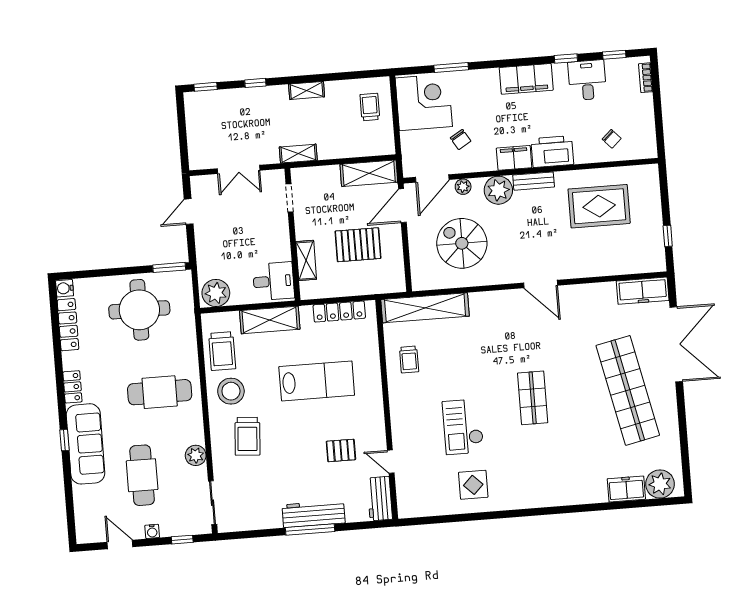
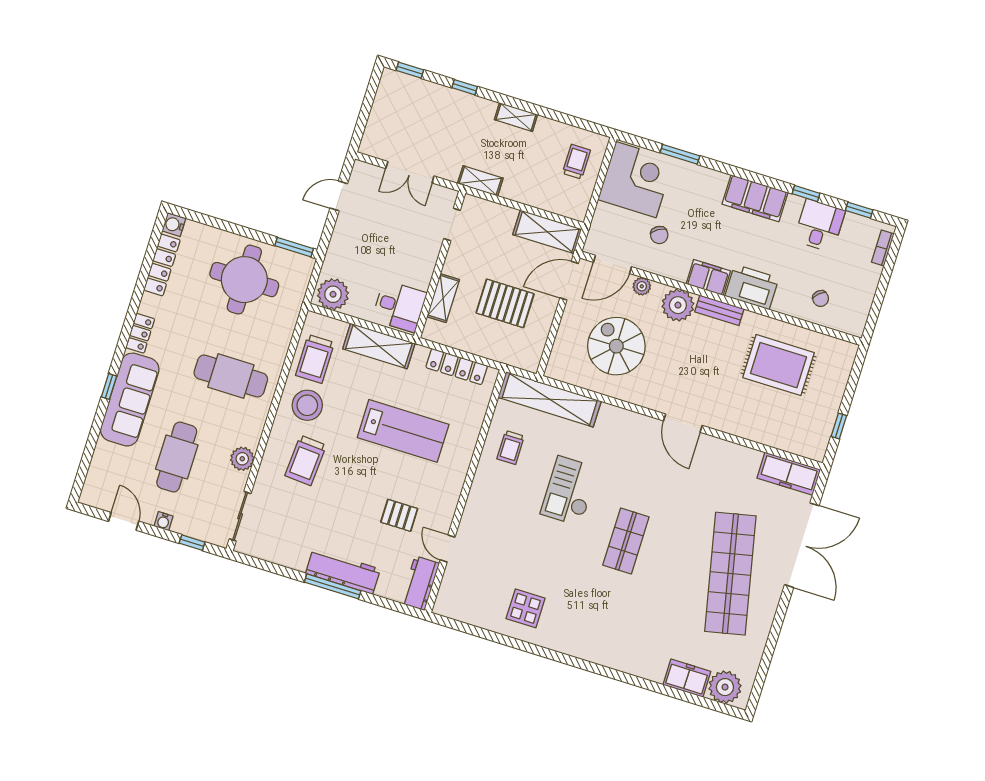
checkout: (463, 427) -> (569, 491), moved

